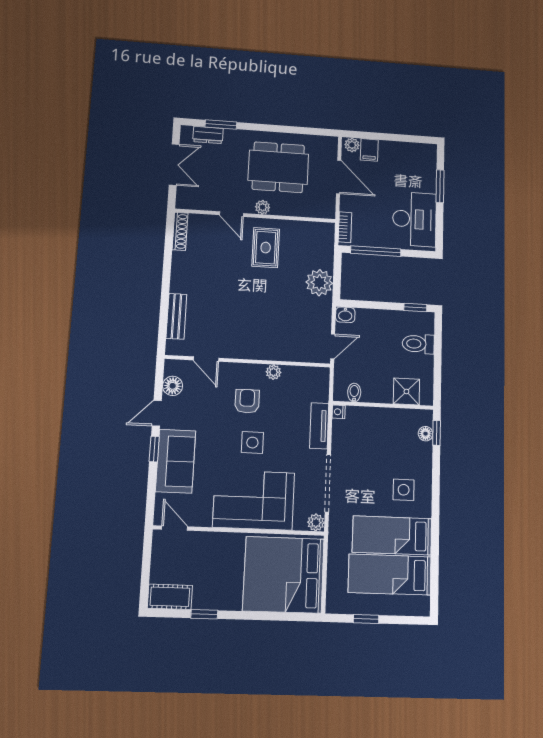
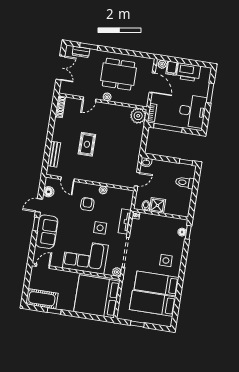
printer: (398, 155) -> (188, 72), added
door: (231, 214) -> (89, 99), hinge flipped
rug: (266, 248) -> (87, 144), moved
plant: (319, 283) -> (138, 116), moved
shower: (406, 391) -> (157, 205), moved
side table: (252, 443) -> (100, 228), moved
door: (175, 528) -> (43, 266), hinge flipped
cot: (170, 597) -> (42, 299), width x1.37, depth x1.34

